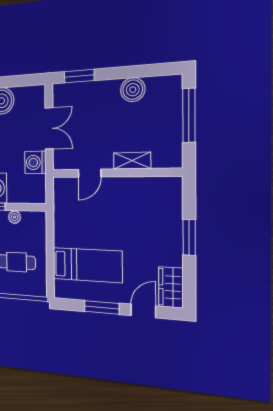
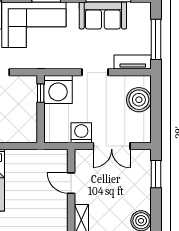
plant: (14, 217) -> (31, 112), removed

